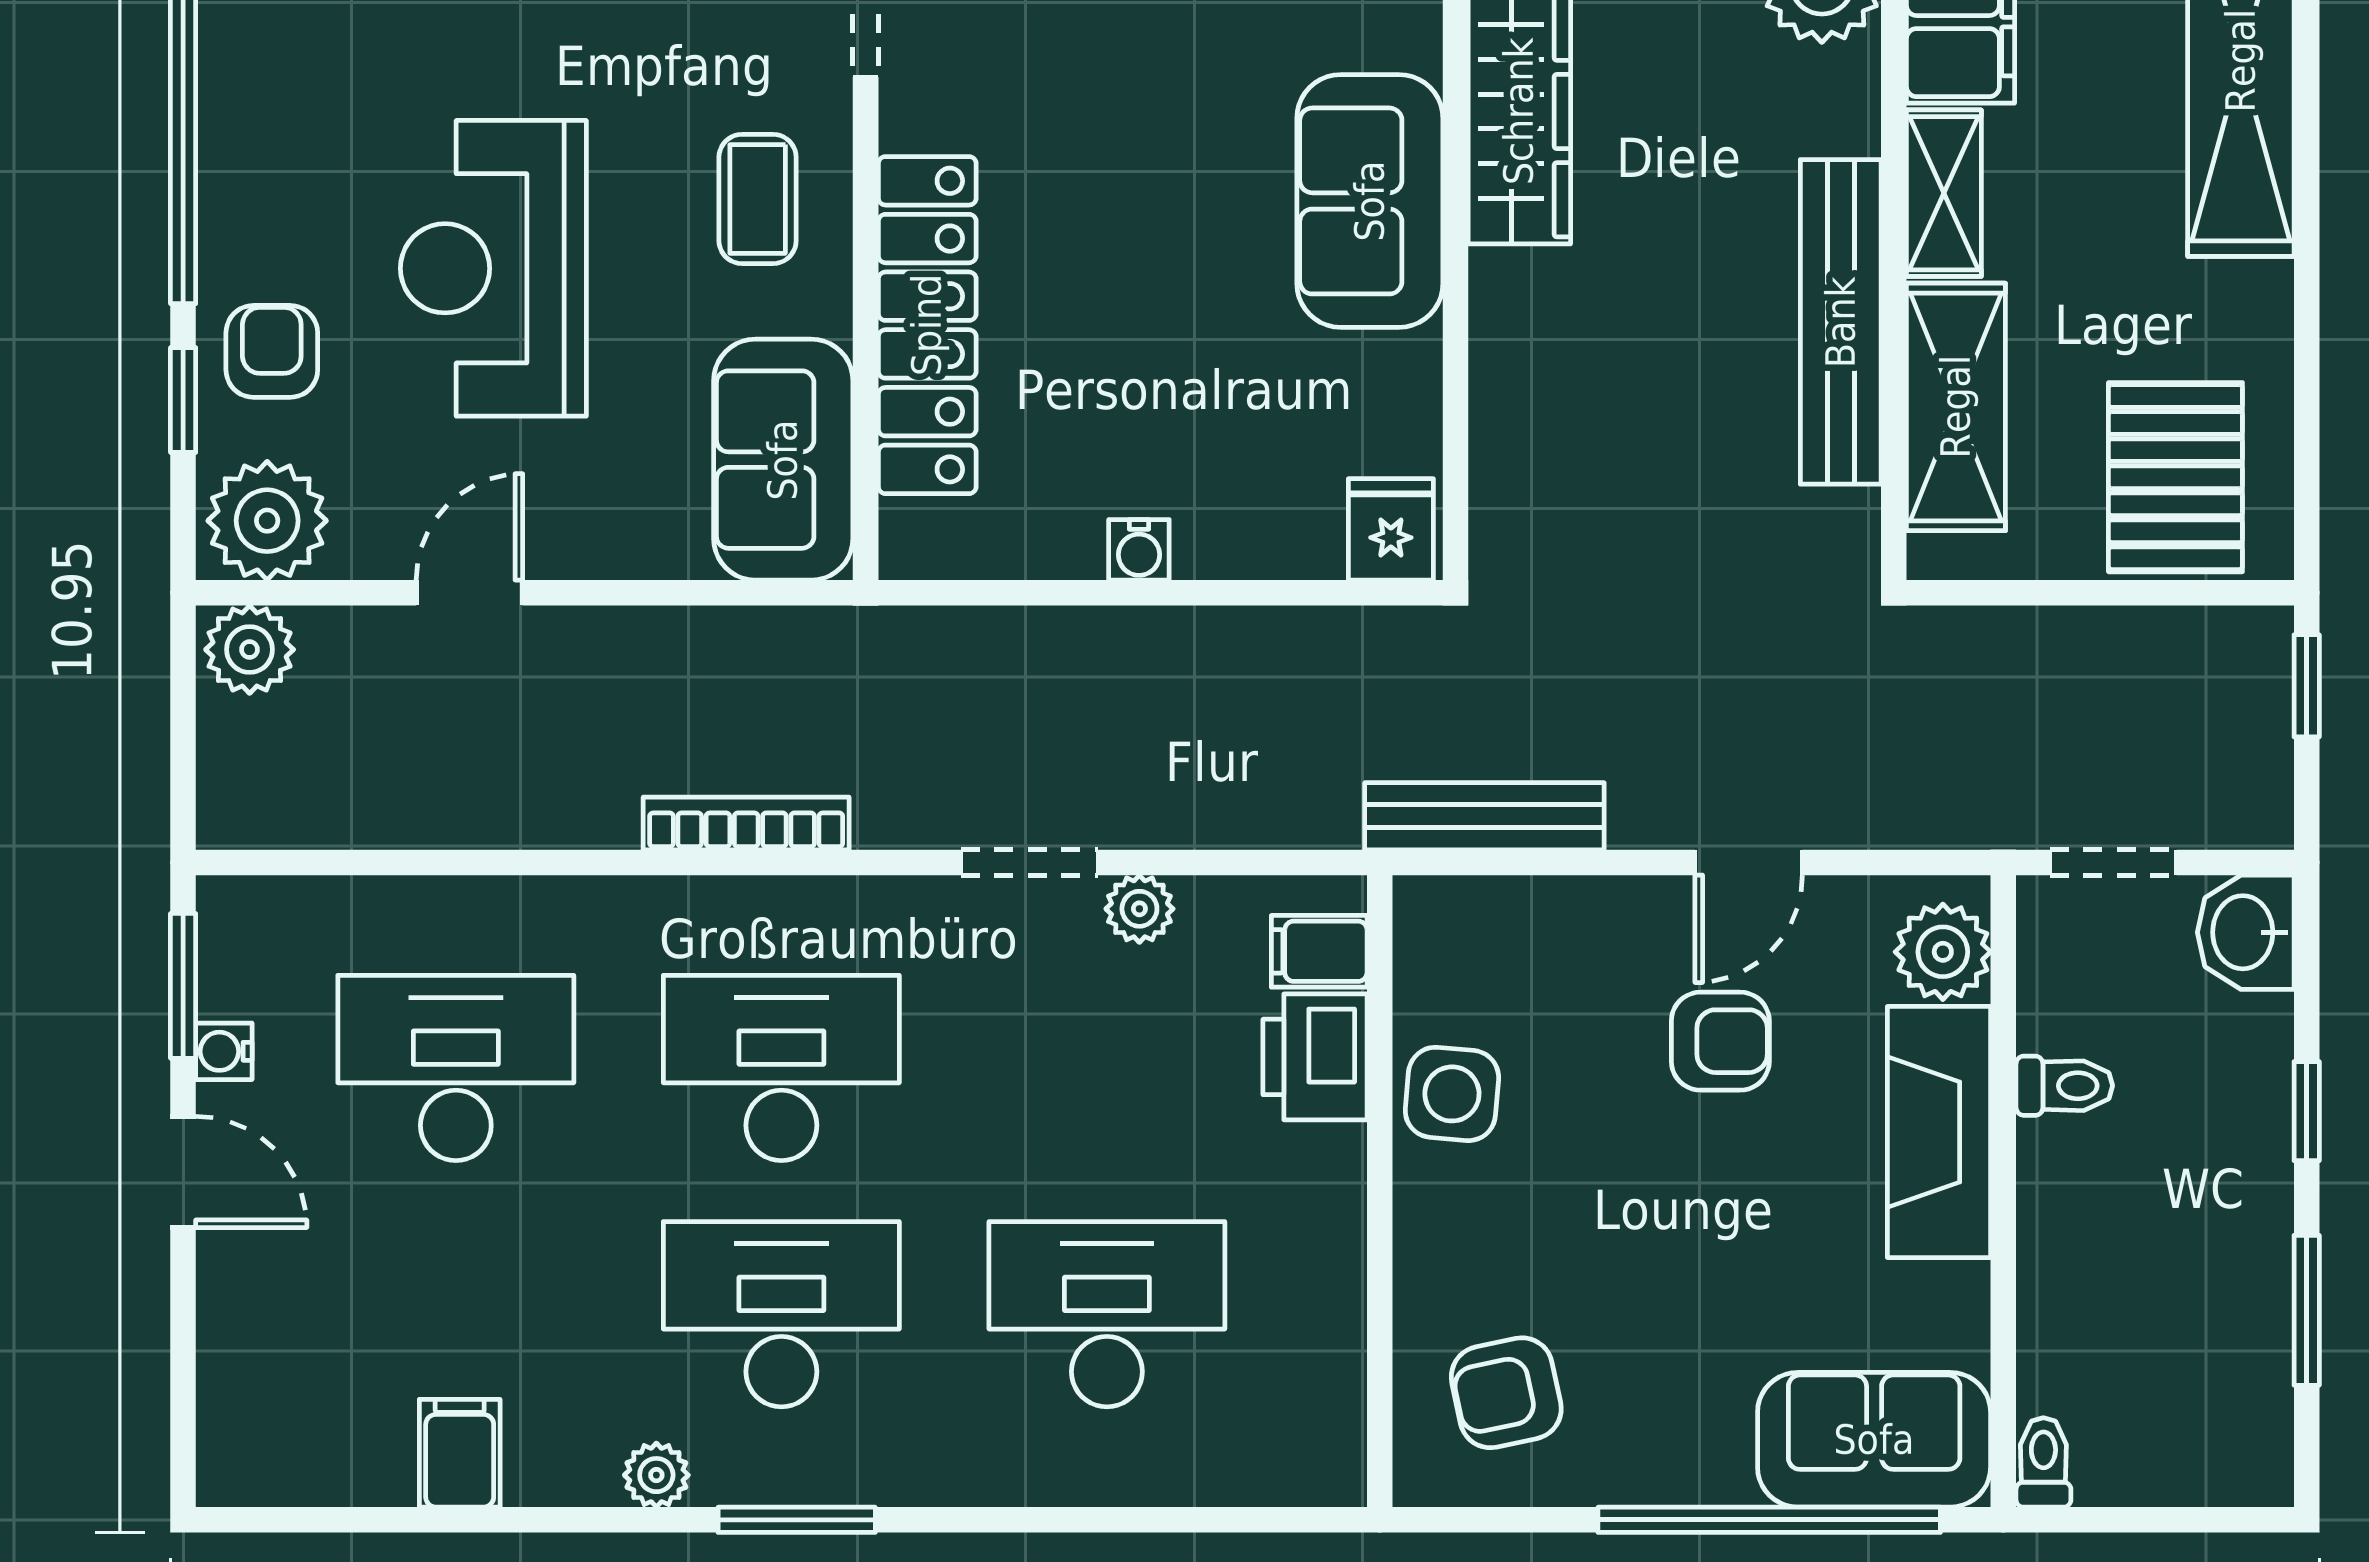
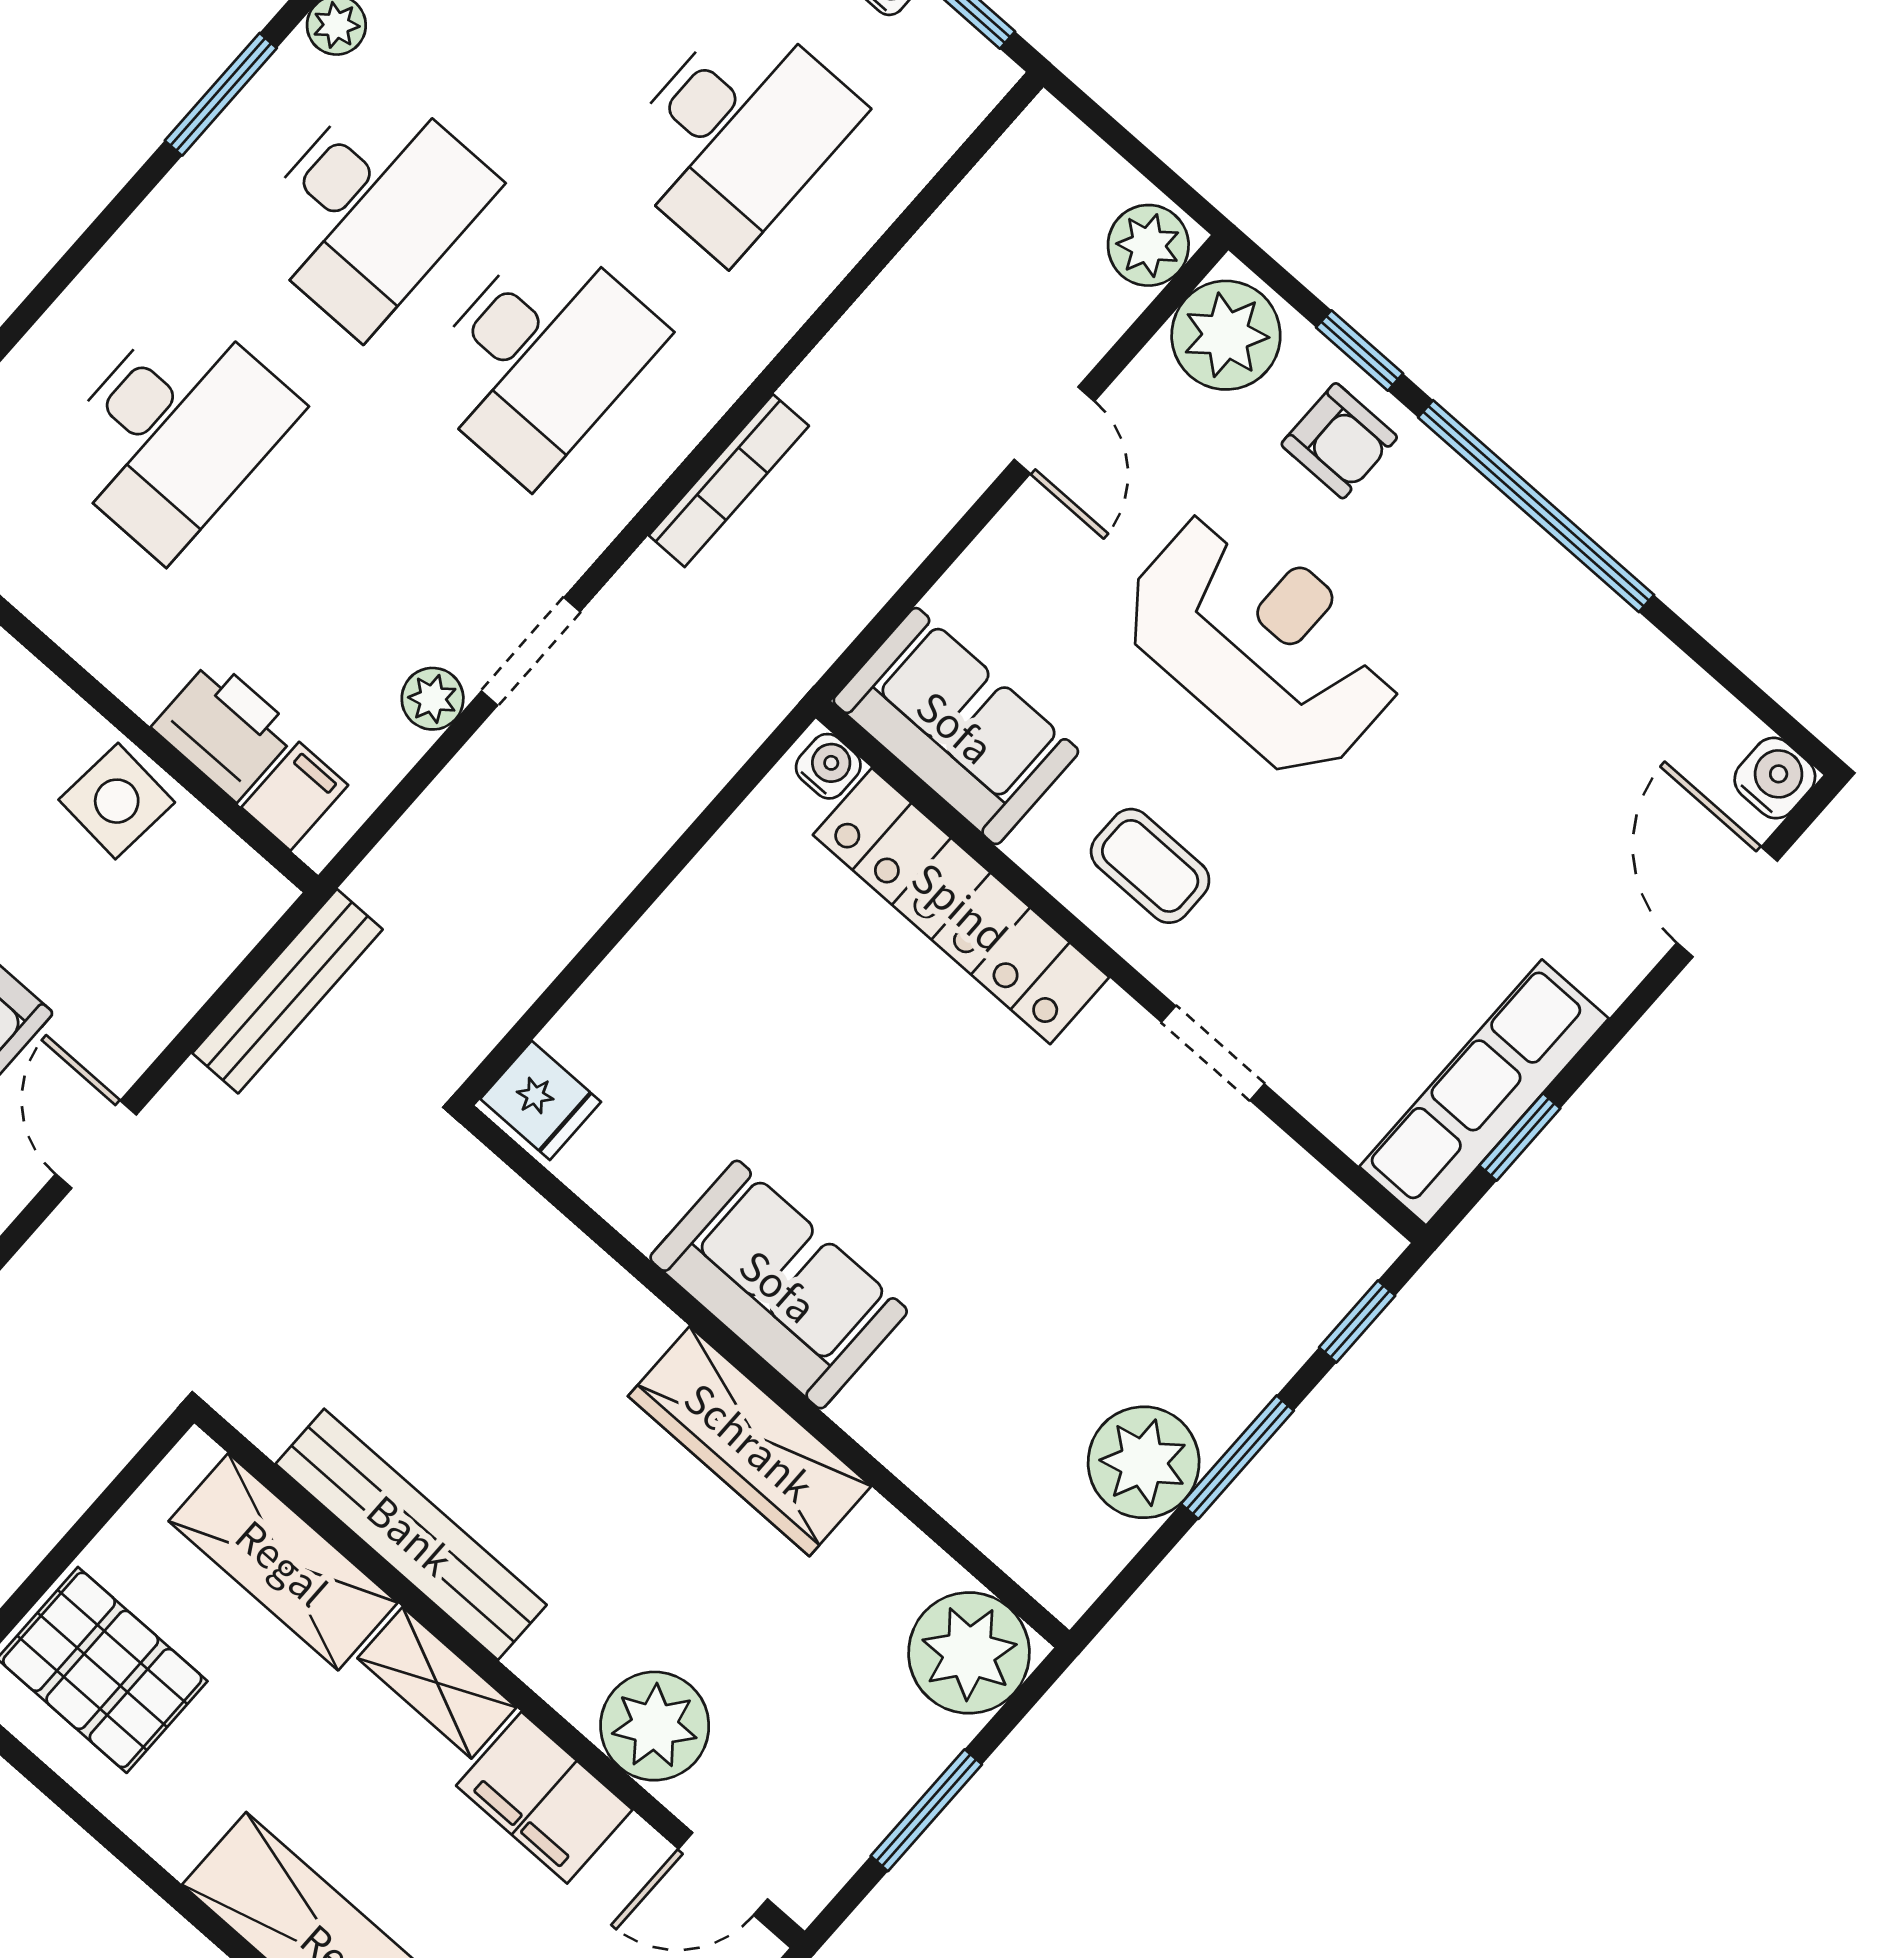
water cooler: (1139, 550) -> (828, 766), moved, turned 90

